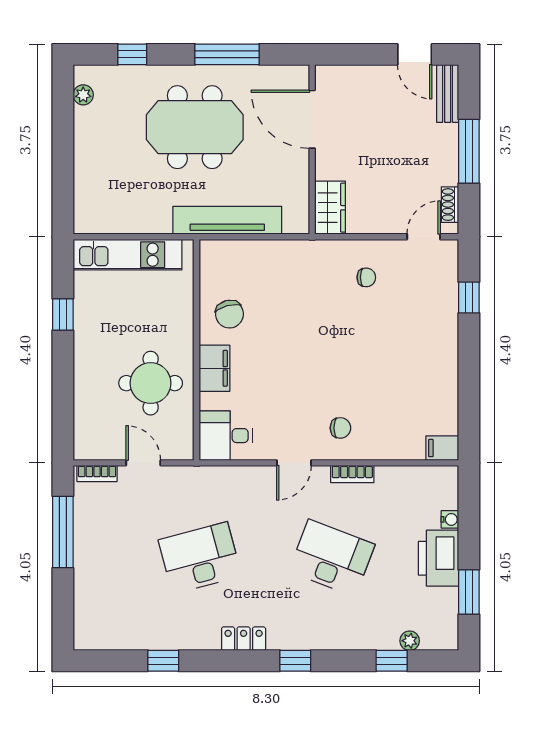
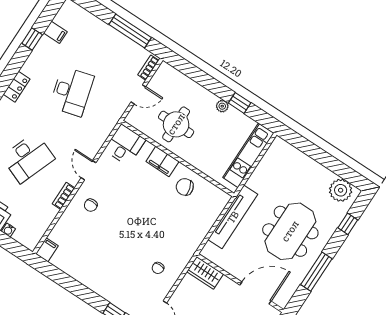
plant: (83, 95) -> (341, 190), width x1.88, depth x1.88
plant: (83, 336) -> (222, 106), added
filing cabinet: (133, 634) -> (55, 32), added

